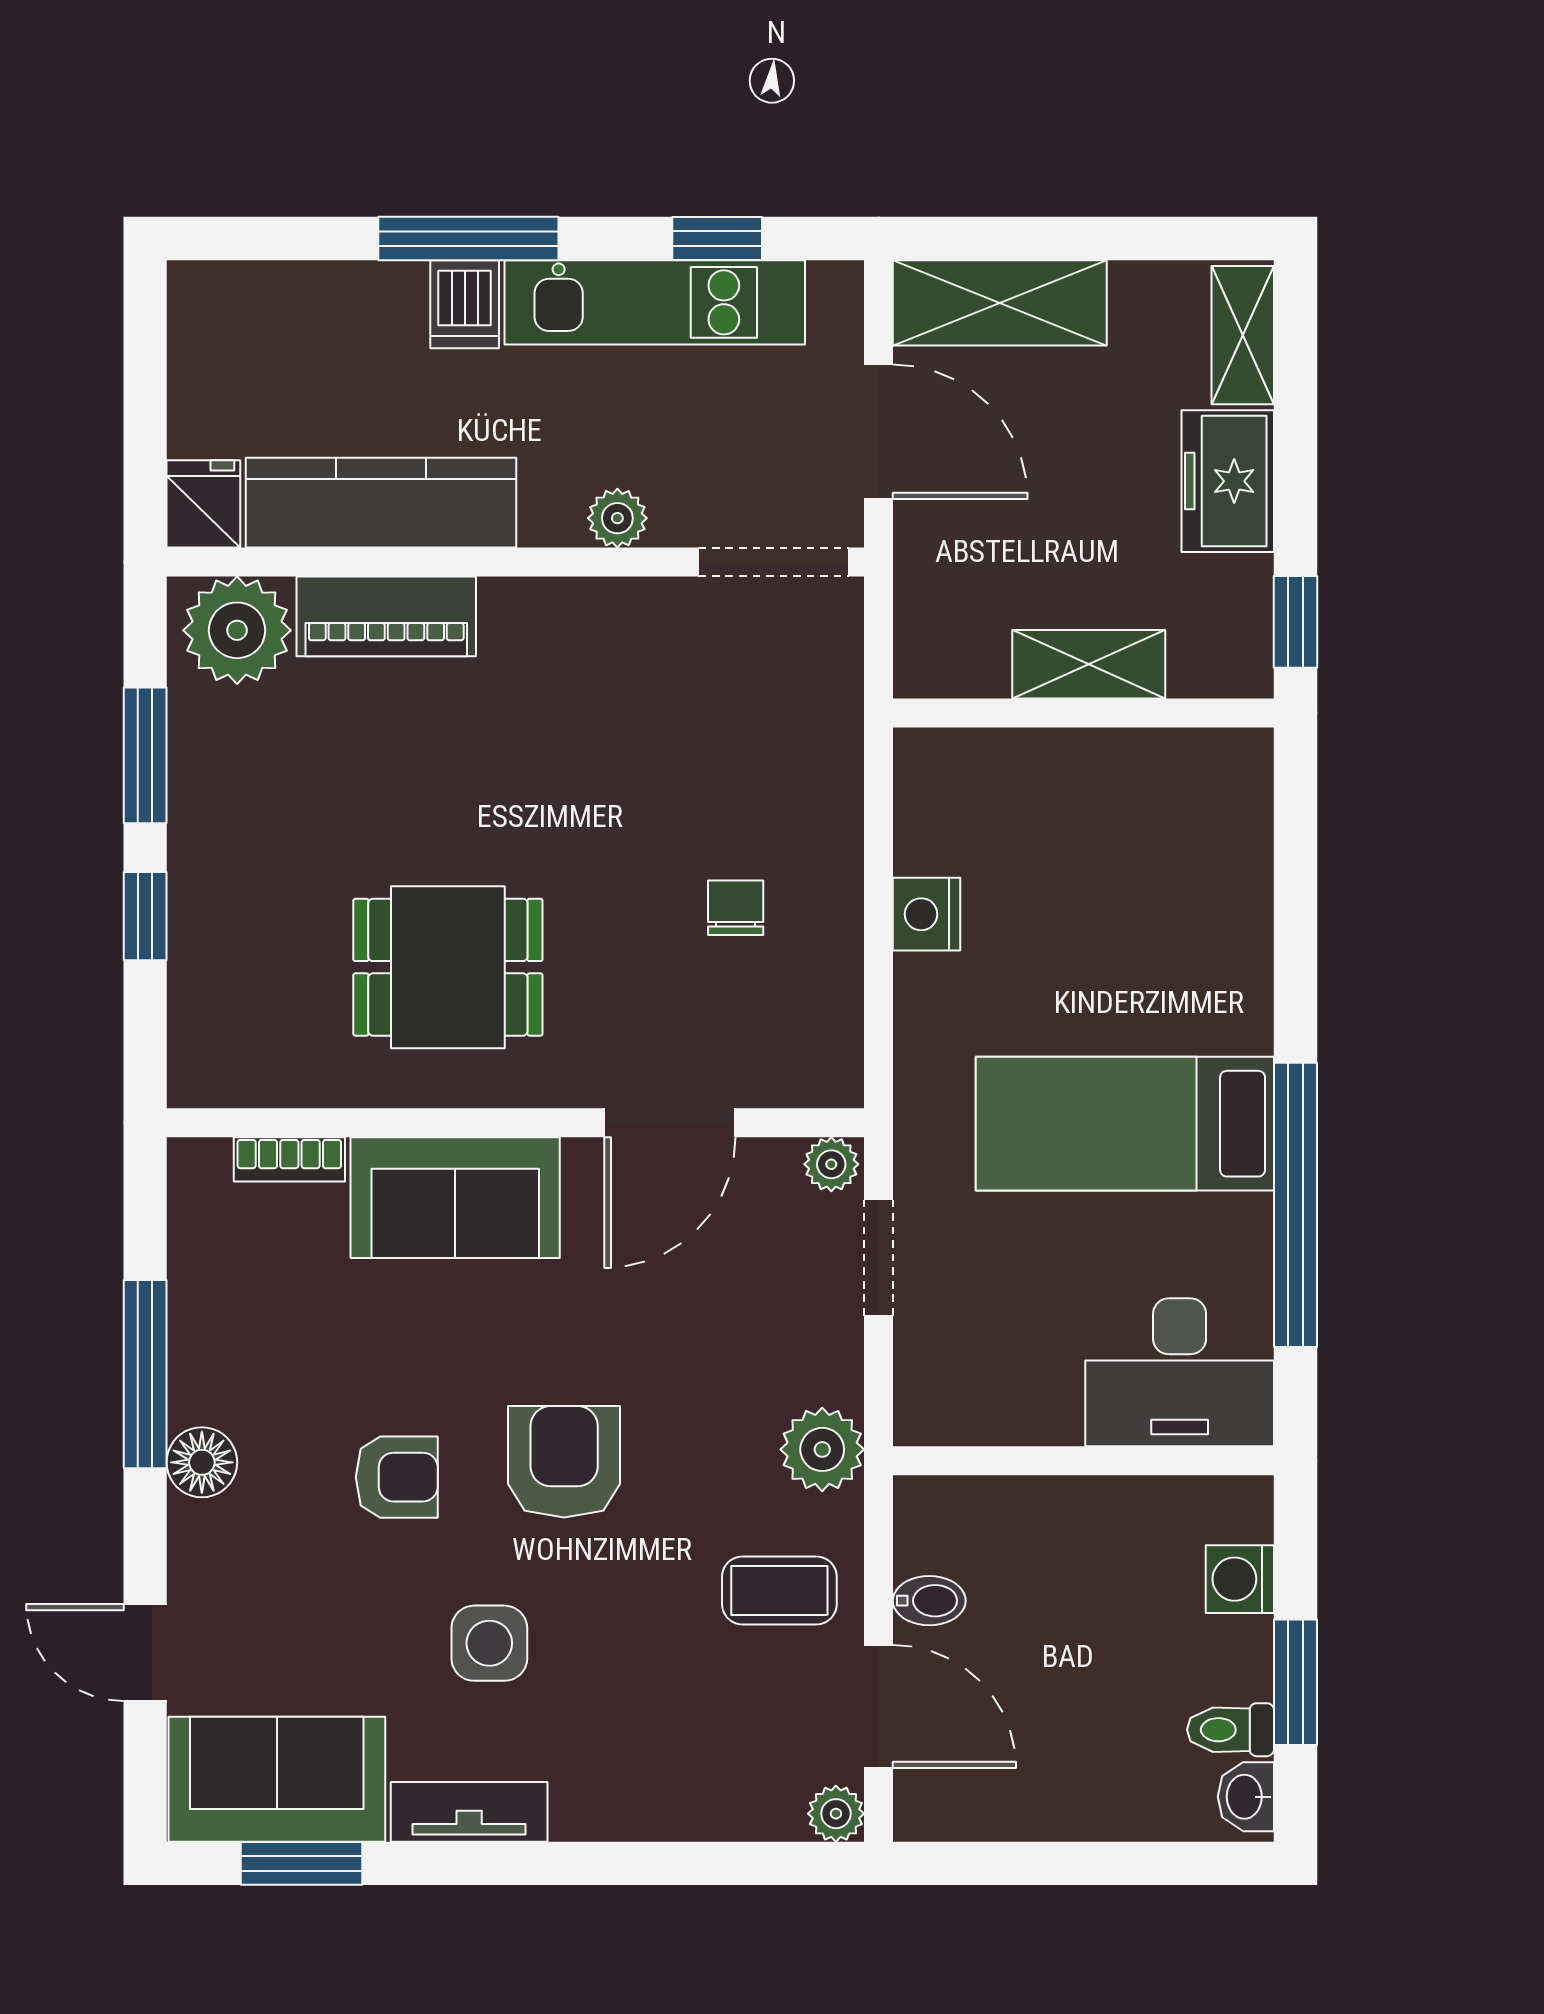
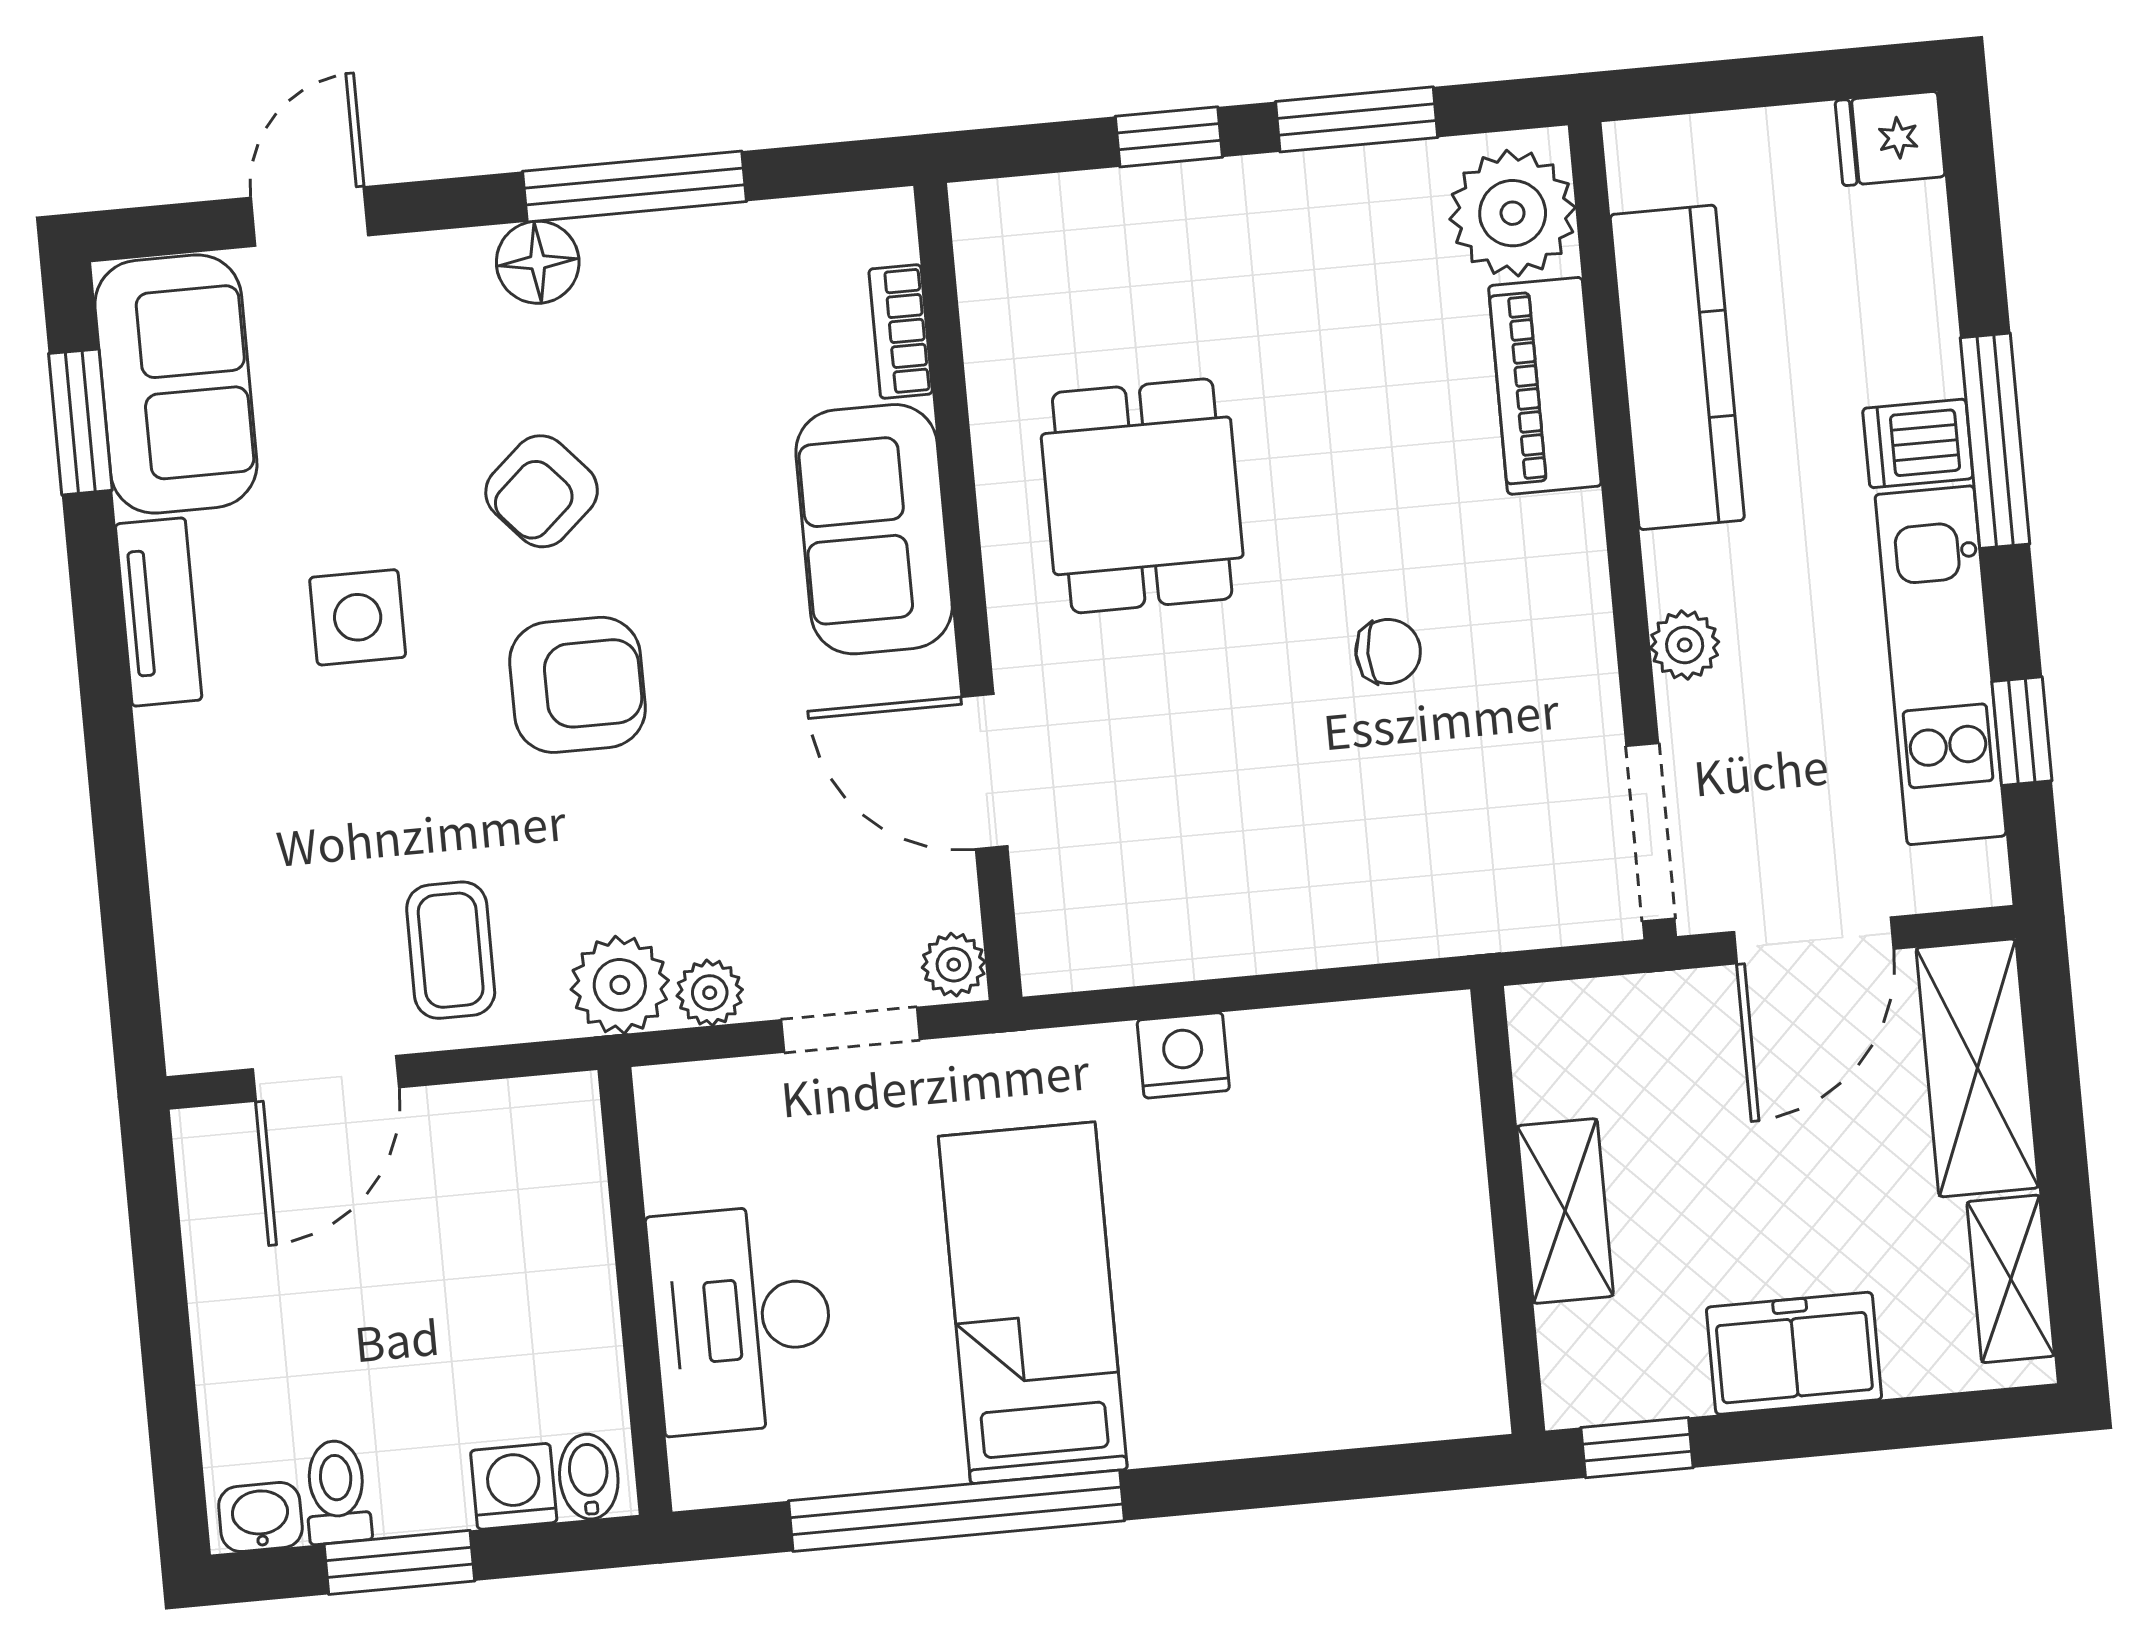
shelving: (1243, 335) -> (2011, 1279), moved, turned 90
fridge: (203, 504) -> (1890, 139), moved, turned 180
chair: (736, 908) -> (1388, 652), moved
nightstand: (926, 914) -> (1183, 1055), moved
desk: (1180, 1372) -> (742, 1319), moved
armchair: (397, 1477) -> (542, 491), turned 48
bidet: (929, 1601) -> (589, 1477), moved, turned 180
plant: (836, 1814) -> (710, 993), moved

